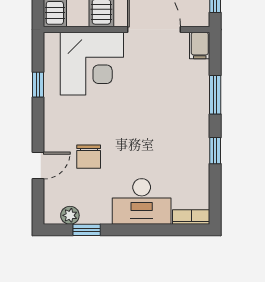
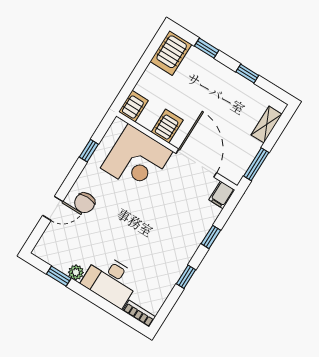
window: (215, 95) -> (211, 237), width x0.67
chair: (89, 157) -> (85, 203), moved
plant: (70, 215) -> (76, 272), moved

